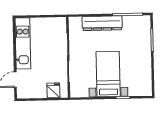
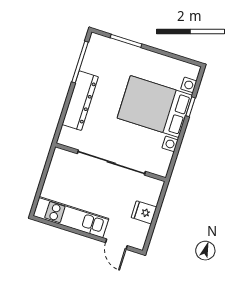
bed with nightstands: (108, 74) -> (155, 107), width x1.36
fridge: (53, 90) -> (144, 212), moved

